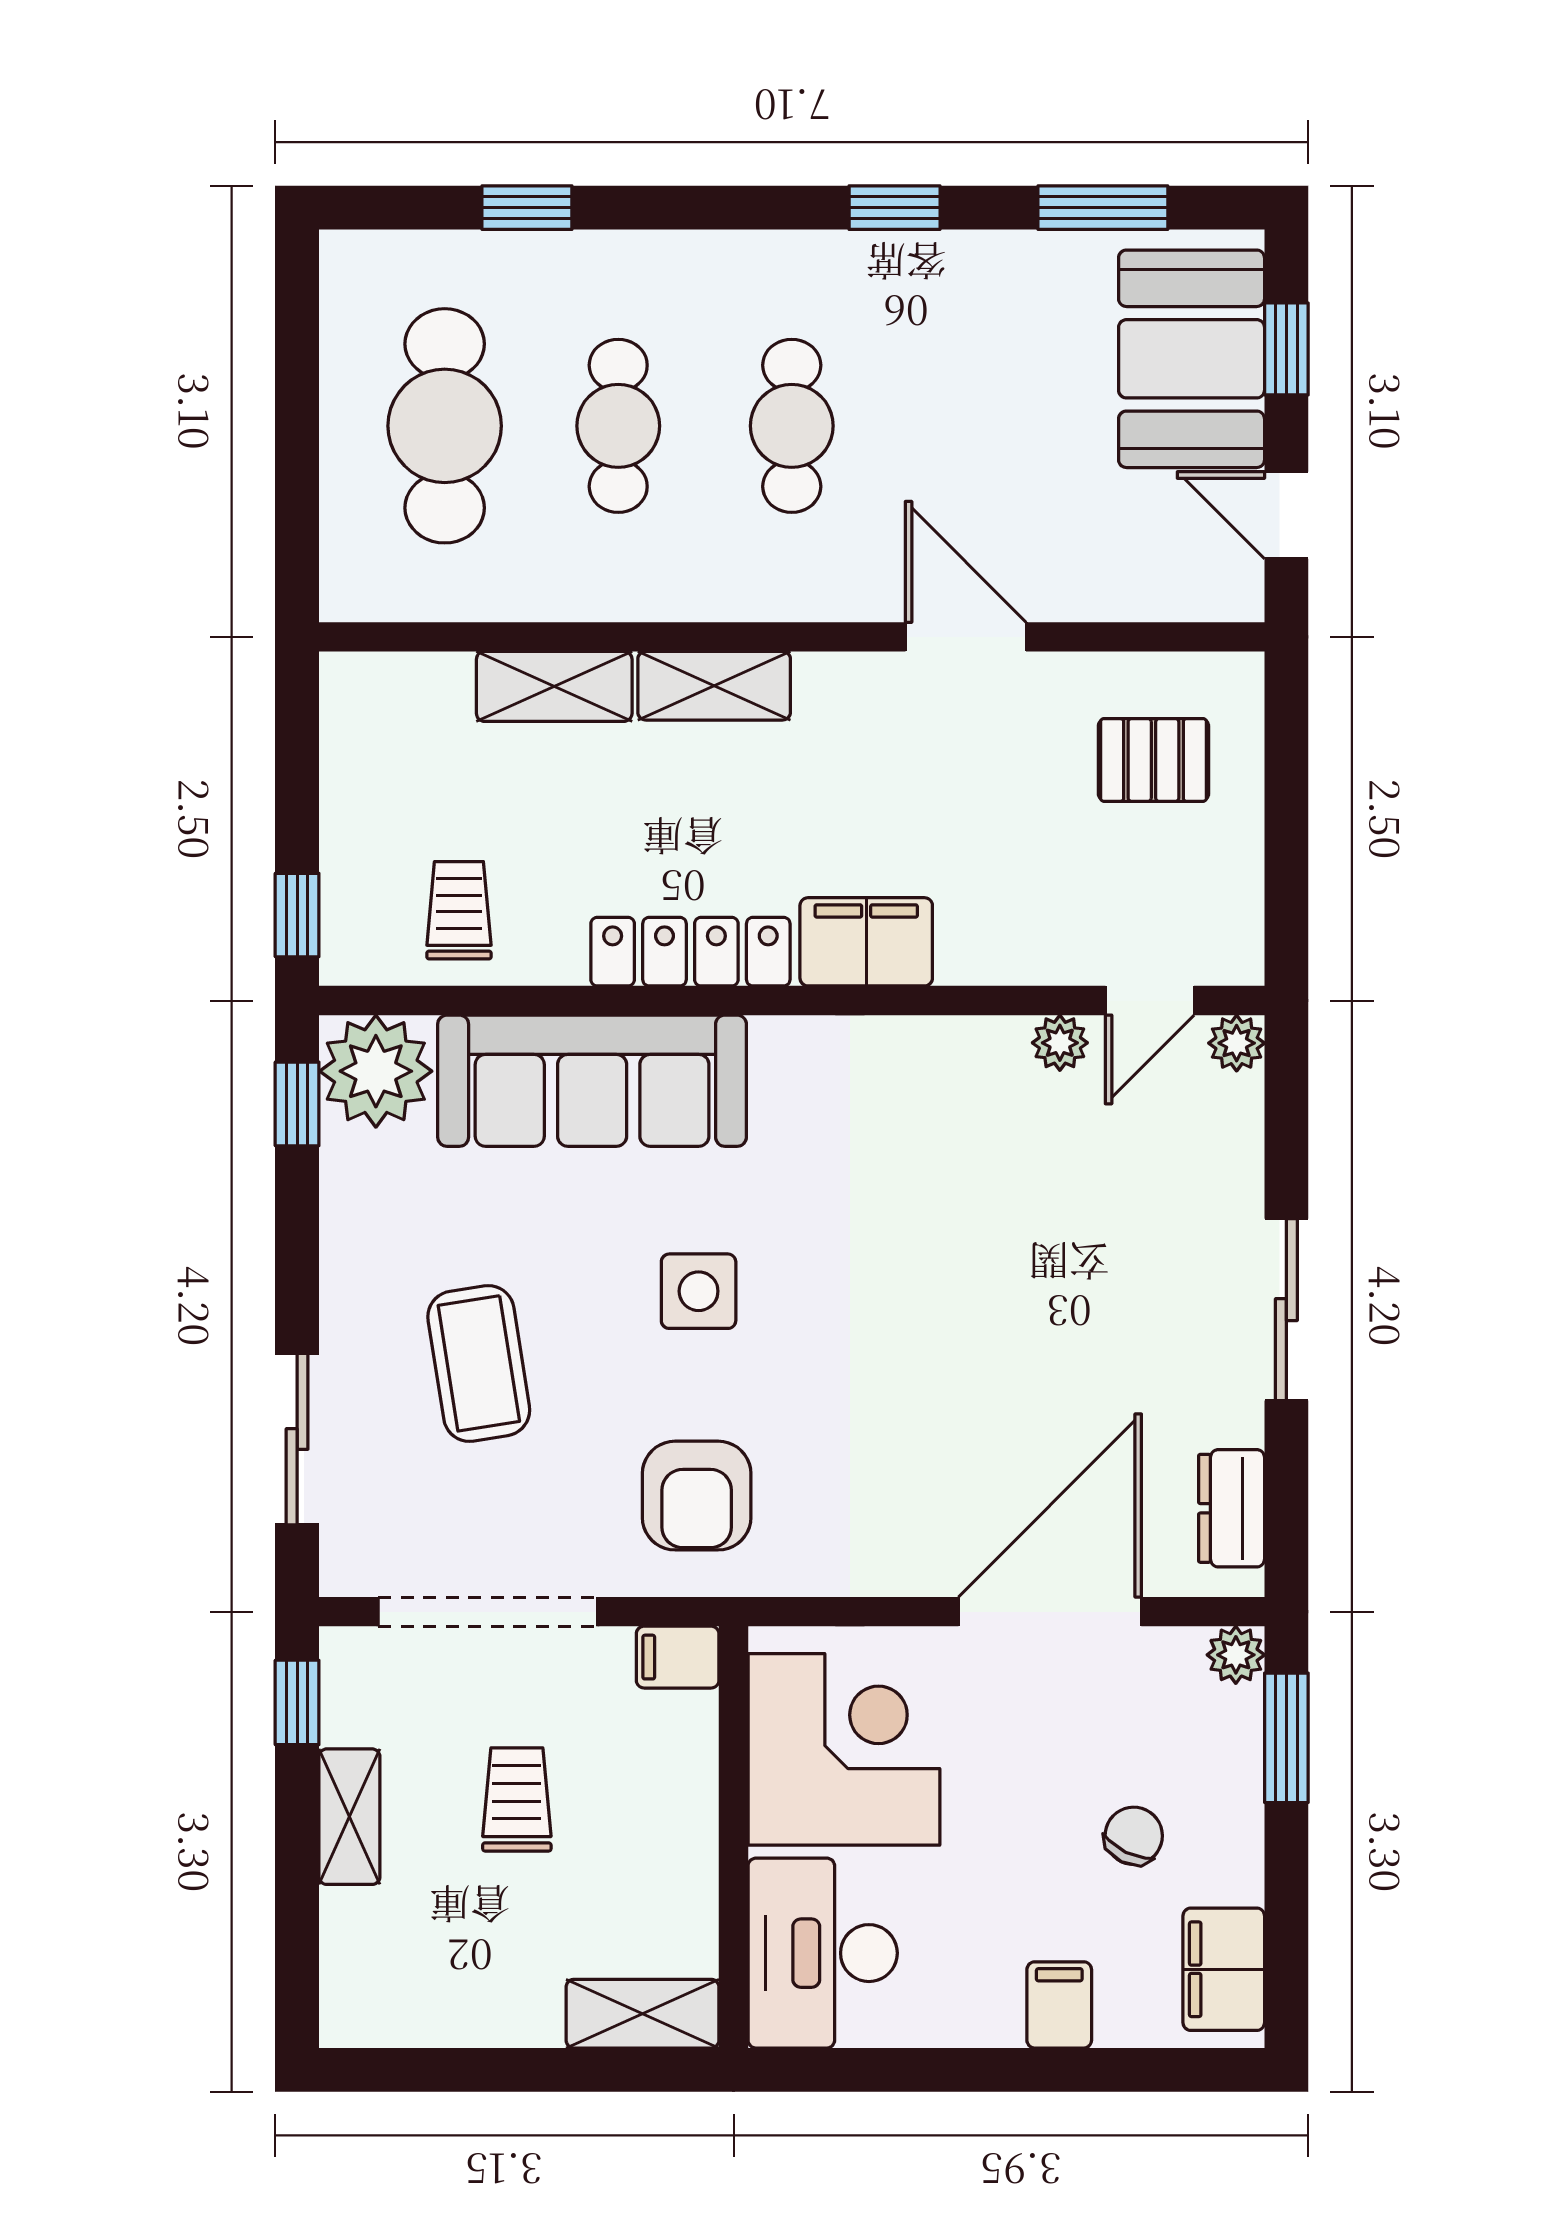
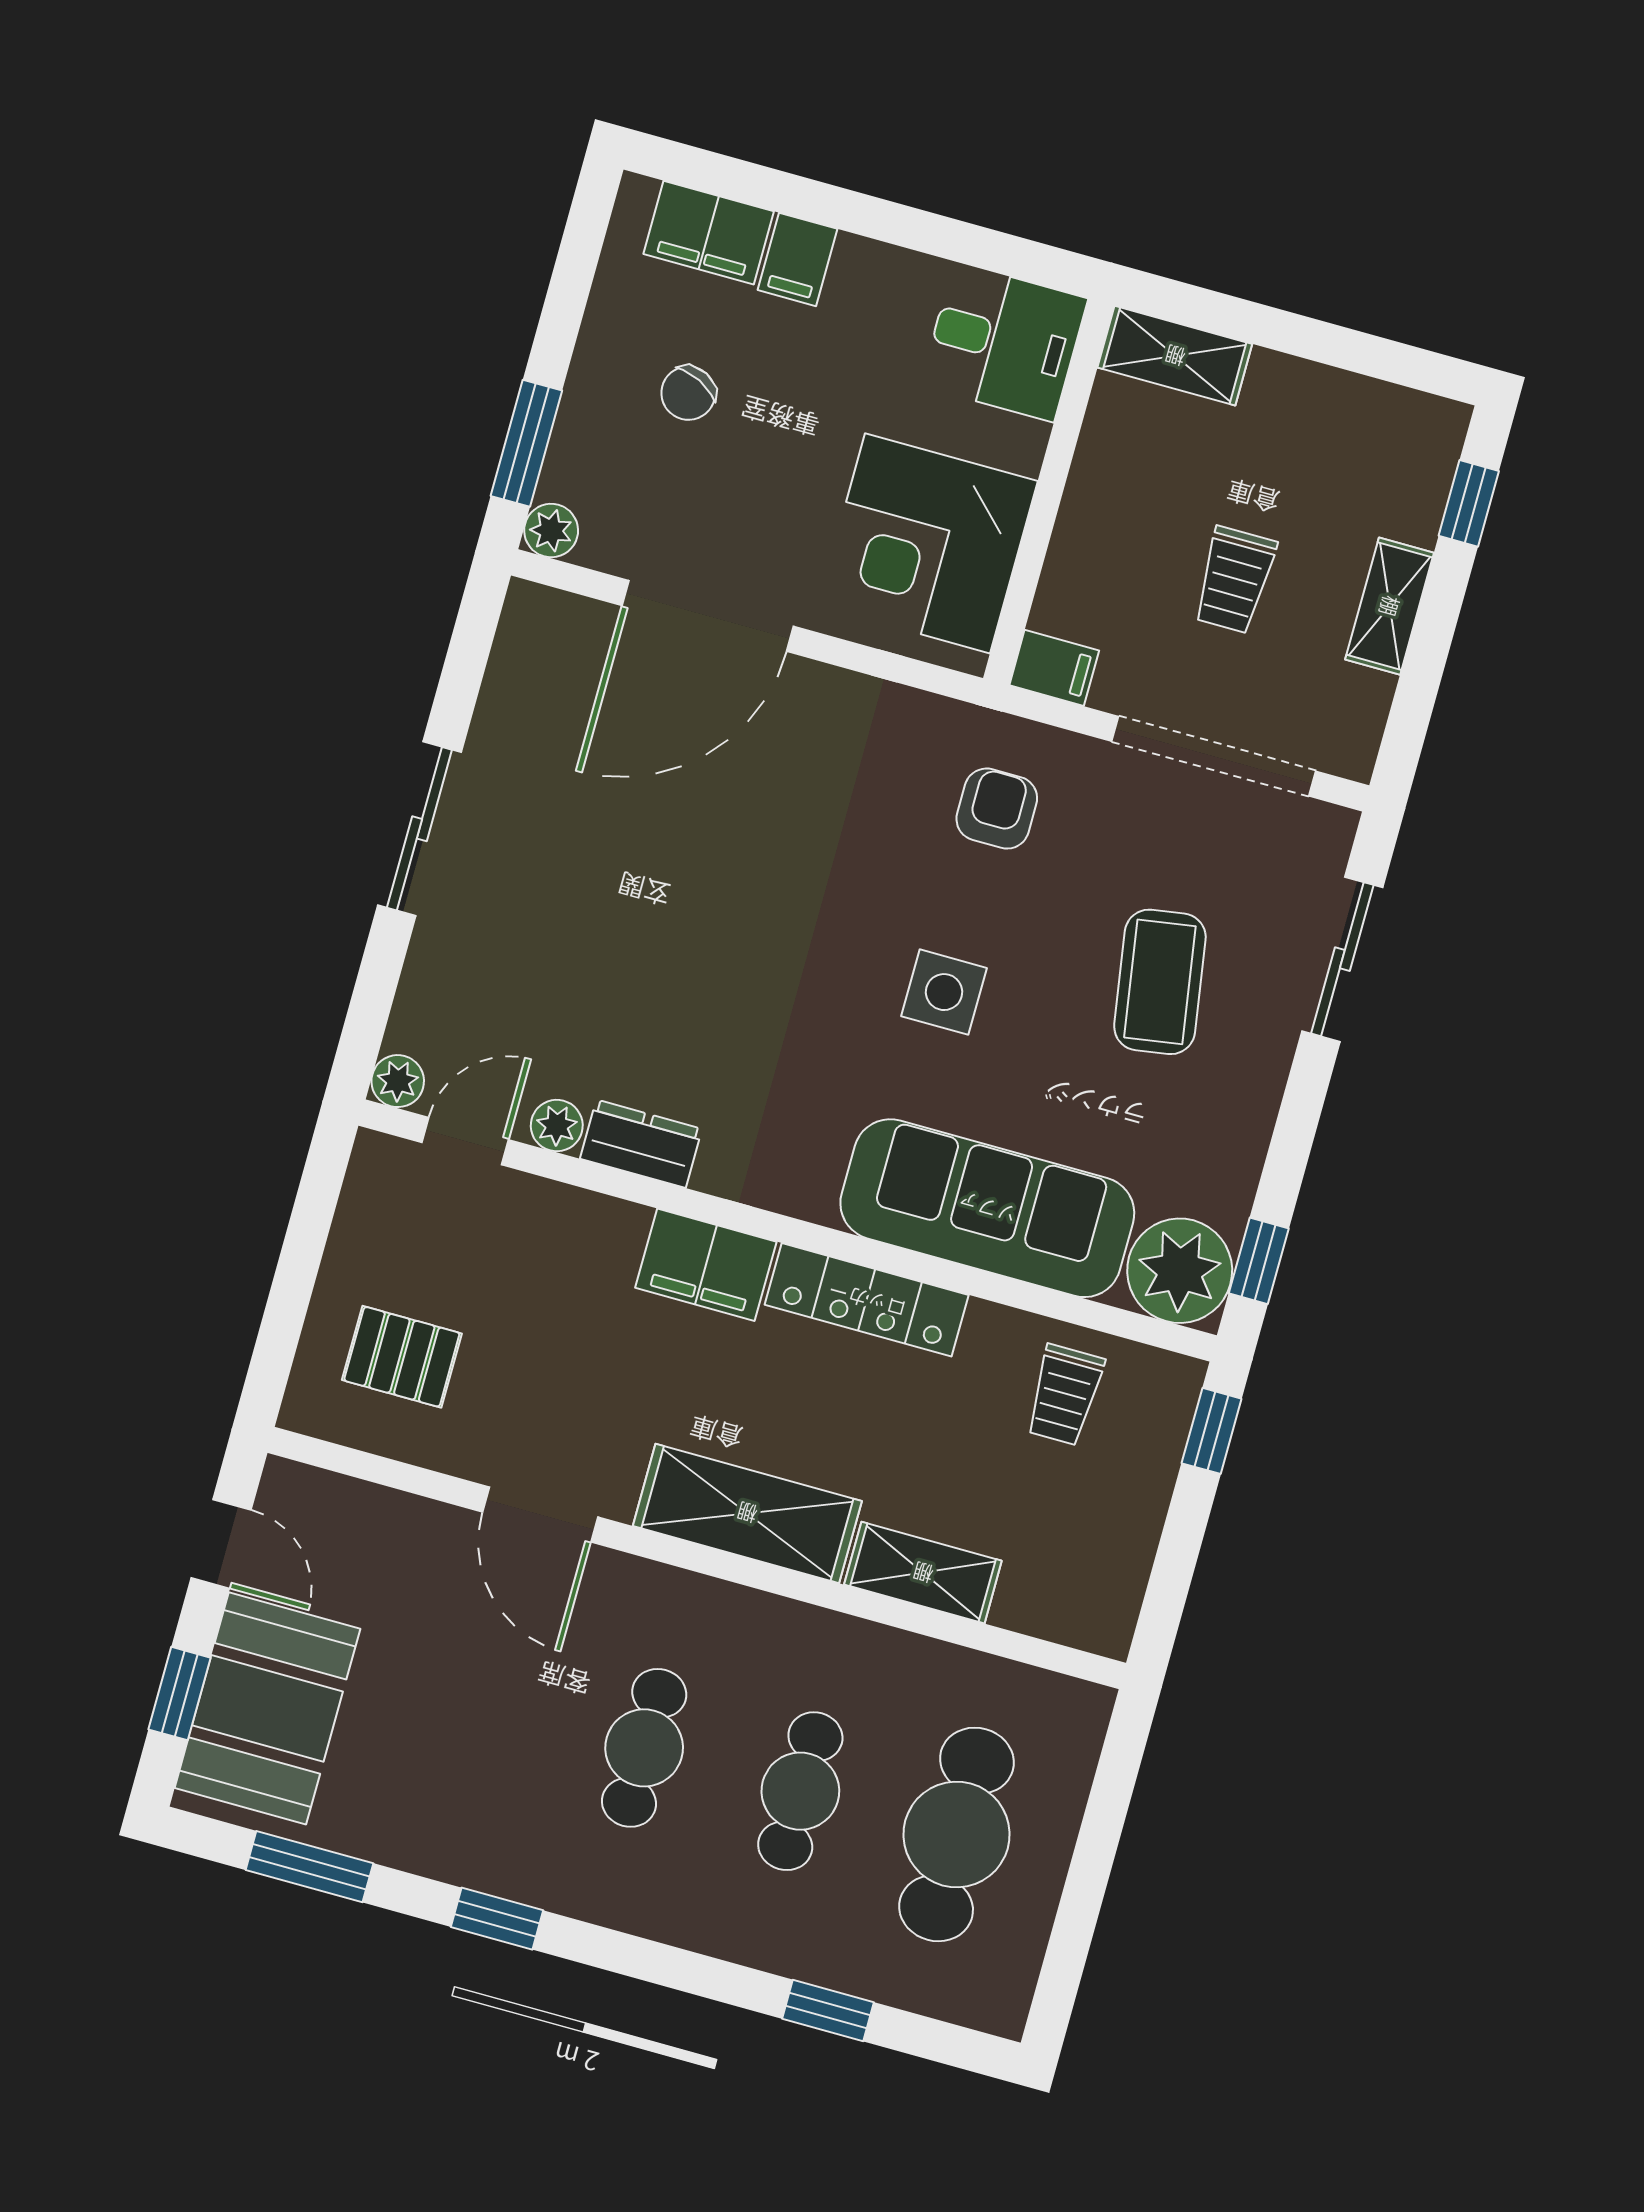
shelving: (714, 686) -> (747, 1513), width x1.50, depth x1.33
armchair: (697, 1496) -> (997, 809), width x0.72, depth x0.72
dresser: (1232, 1508) -> (641, 1144), moved, turned -90
window: (297, 1702) -> (1469, 503), moved
desk: (823, 1953) -> (1004, 342), width x0.73
filing cabinet: (1224, 1969) -> (709, 233), moved, turned 90

